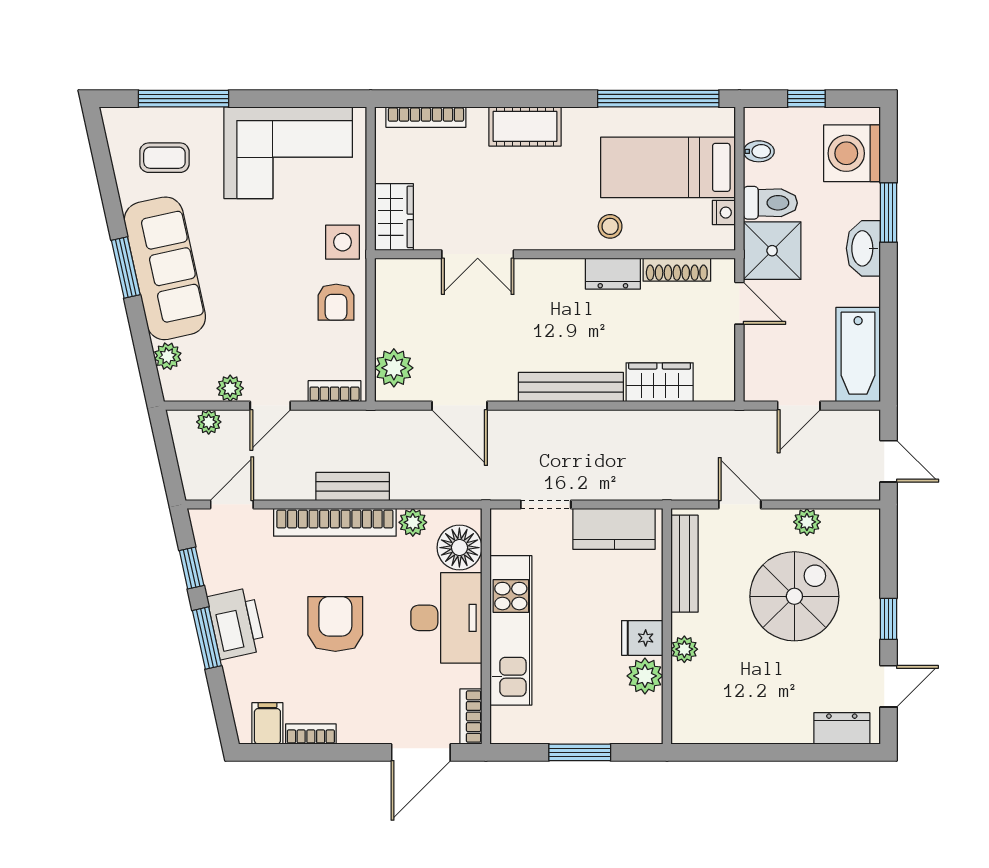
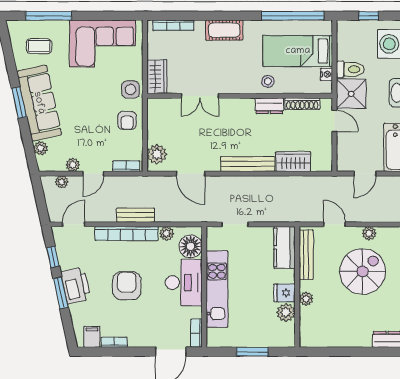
bidet: (759, 151) -> (344, 43), removed
kitchen counter: (614, 529) -> (285, 247), moved, turned 90

